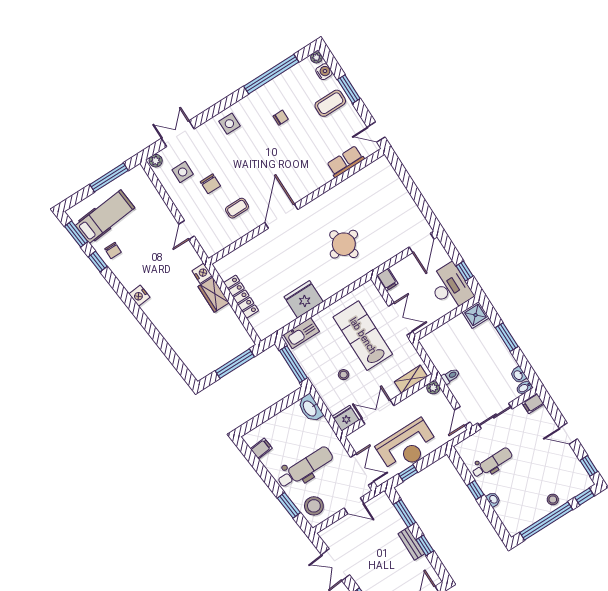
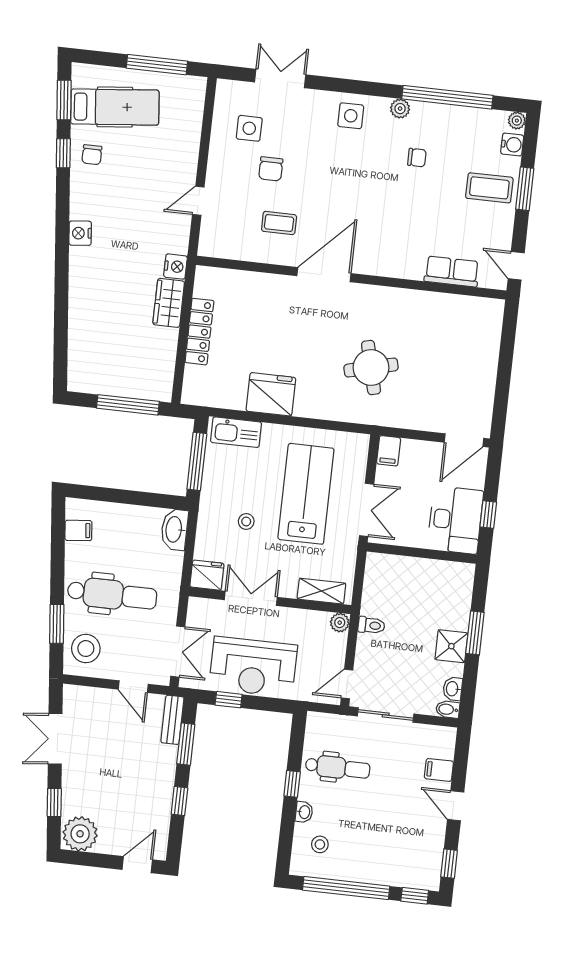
plant: (156, 161) -> (400, 109), moved
shower: (476, 315) -> (451, 646), moved
filing cabinet: (533, 403) -> (439, 770), moved
stool: (553, 499) -> (320, 844), moved
bench: (411, 544) -> (172, 720), moved

